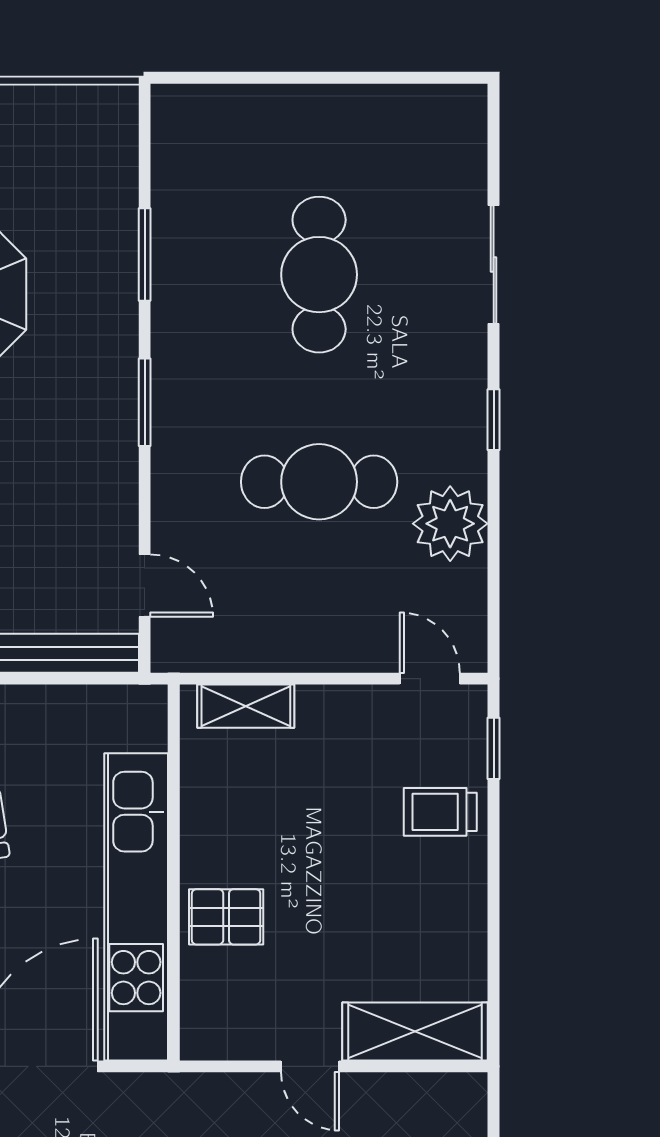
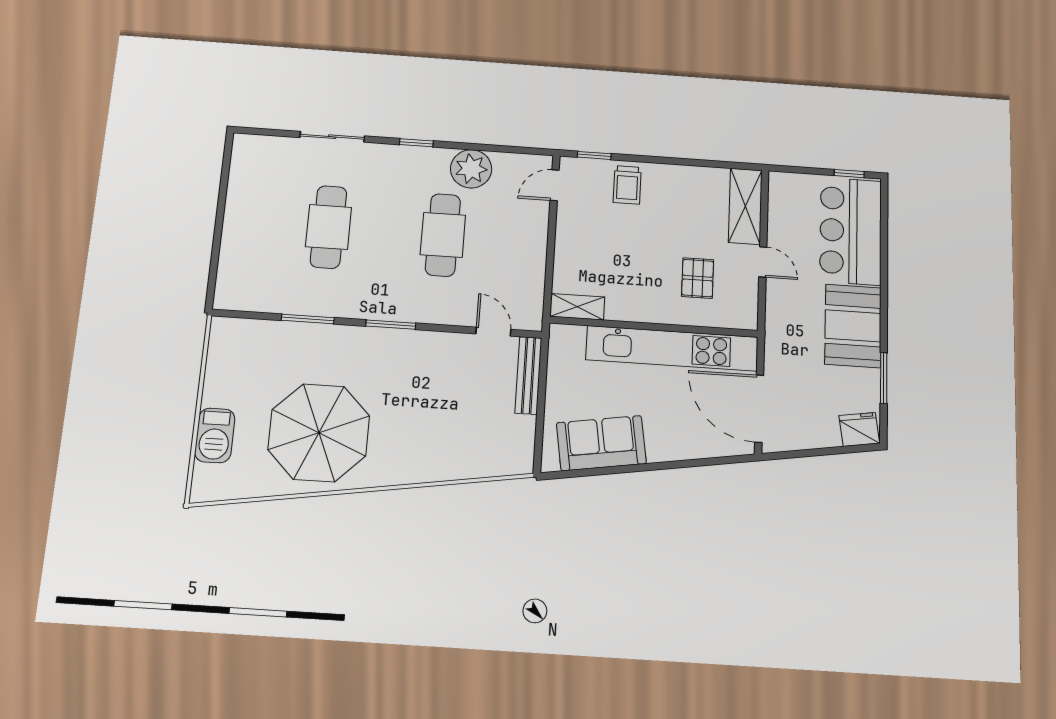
cafe table: (319, 275) -> (329, 227), turned 90
door: (145, 586) -> (493, 332), hinge flipped
shelving: (246, 706) -> (577, 307), moved, turned 90
pallet: (226, 917) -> (698, 278), moved
door: (310, 1066) -> (763, 262), hinge flipped

